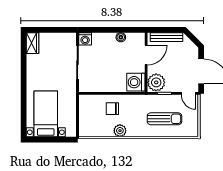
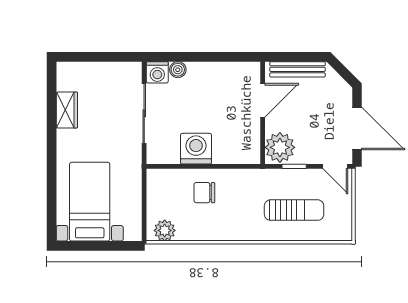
boiler: (121, 37) -> (178, 70), moved
wardrobe: (33, 43) -> (67, 110), moved
washing machine: (136, 82) -> (196, 149), moved, turned 90
plant: (120, 131) -> (165, 230), moved

